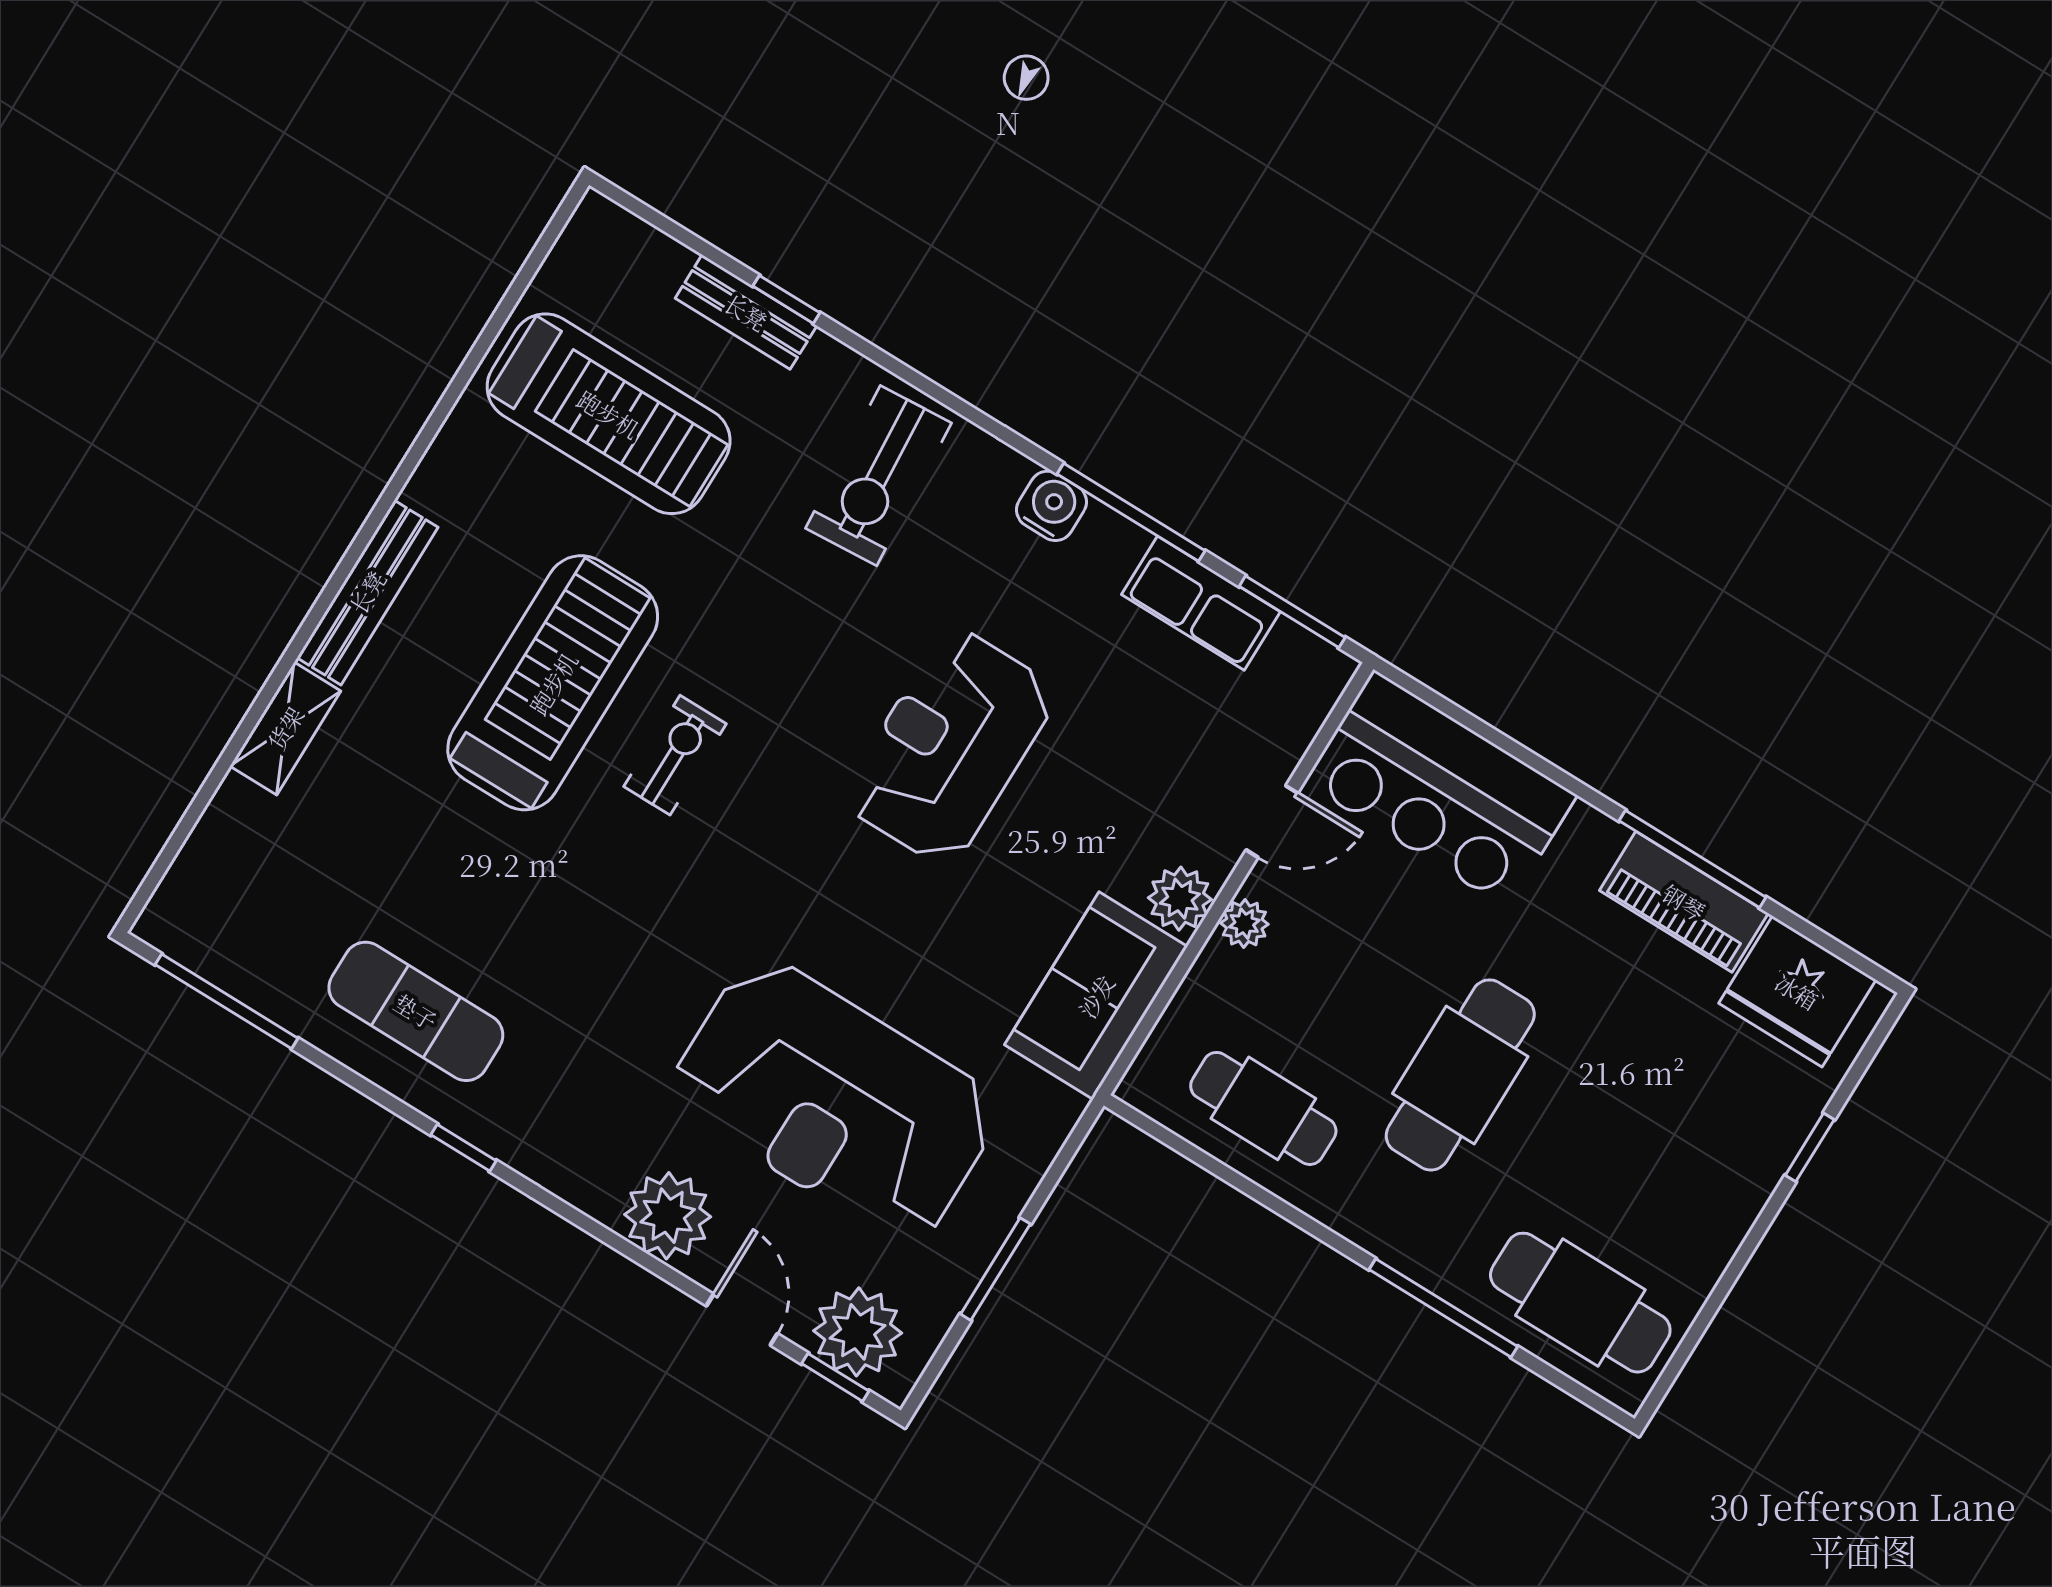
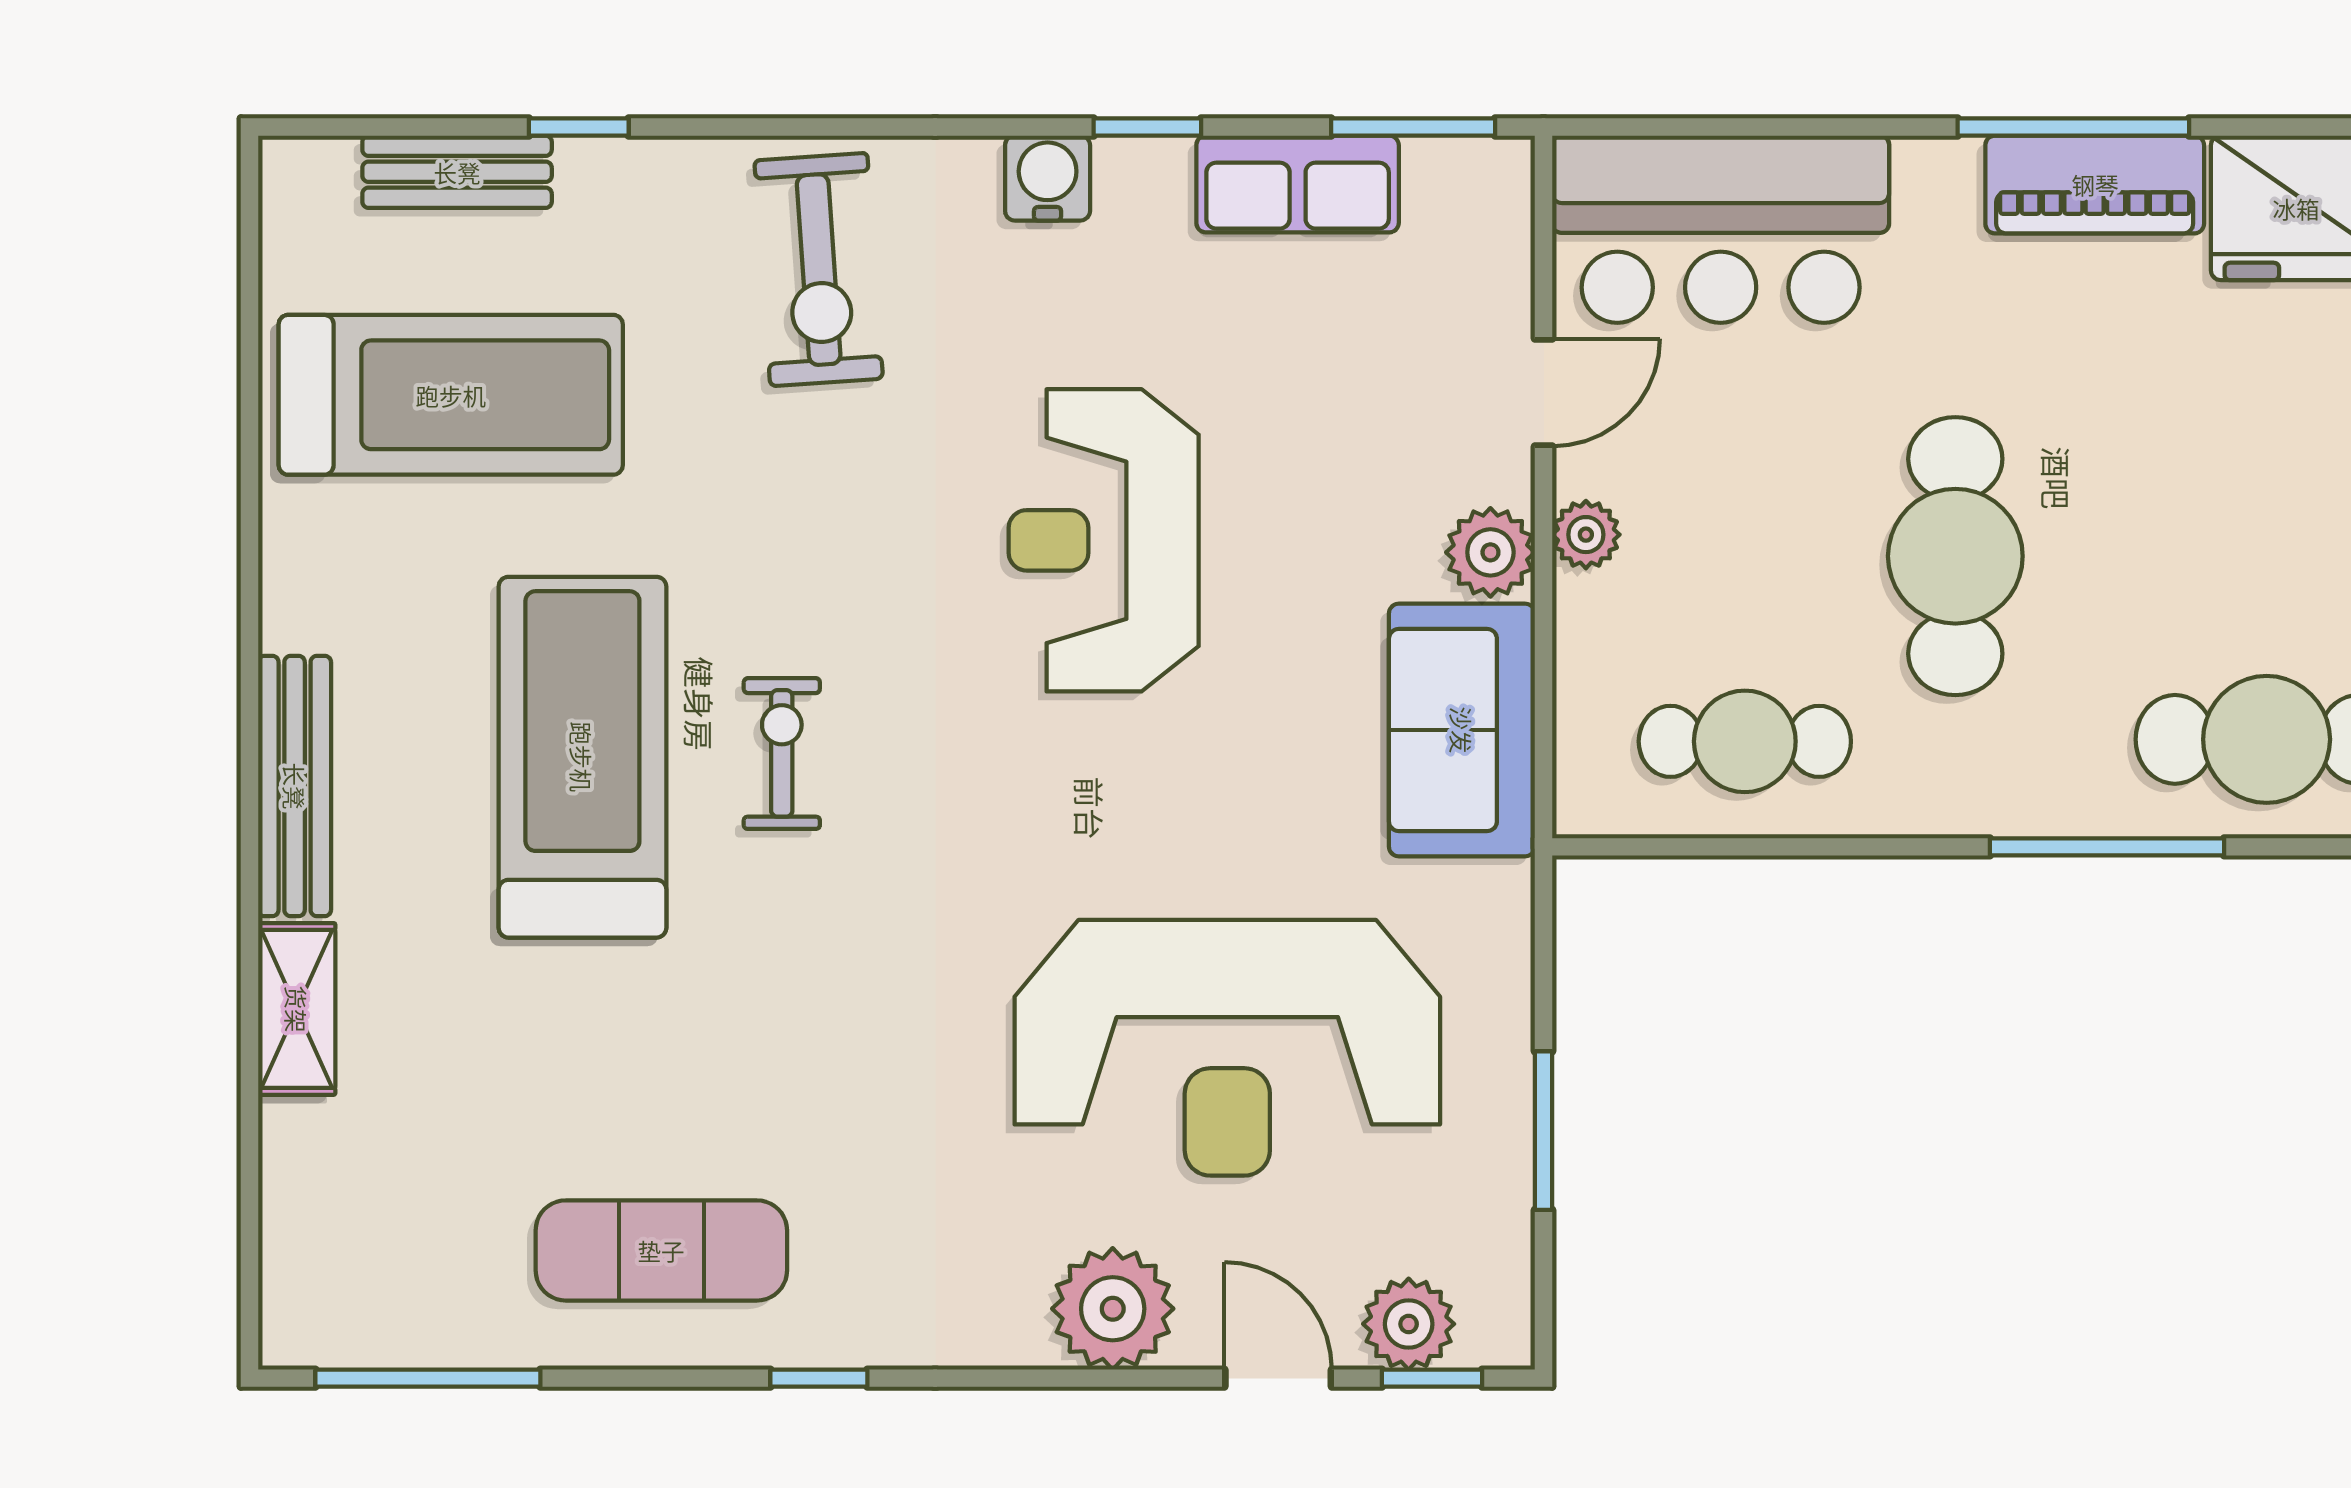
bench: (746, 312) -> (457, 172), moved
window: (1131, 512) -> (1147, 127), width x0.46
plant: (858, 1332) -> (1409, 1324), width x0.73, depth x0.73

